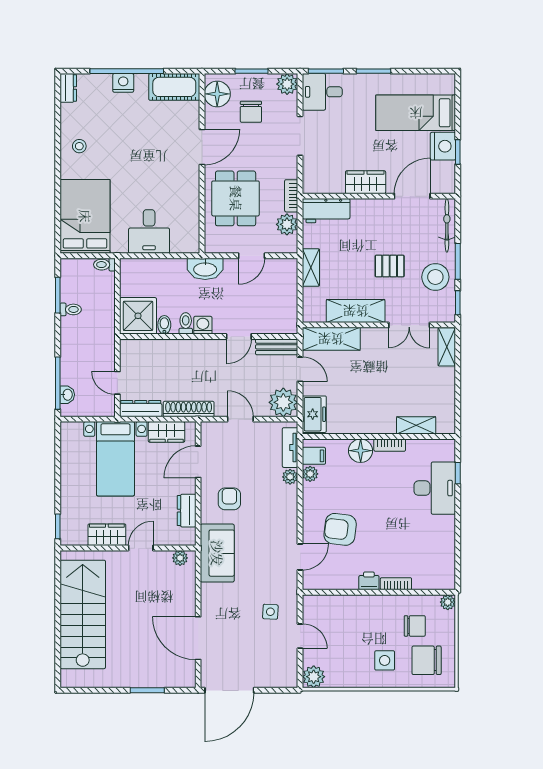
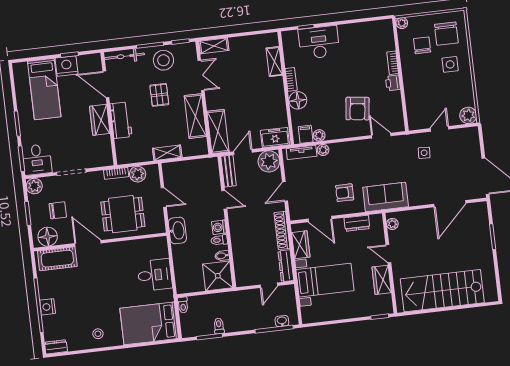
cot: (174, 87) -> (57, 259), moved, turned 90
workbench: (326, 211) -> (121, 120), moved

